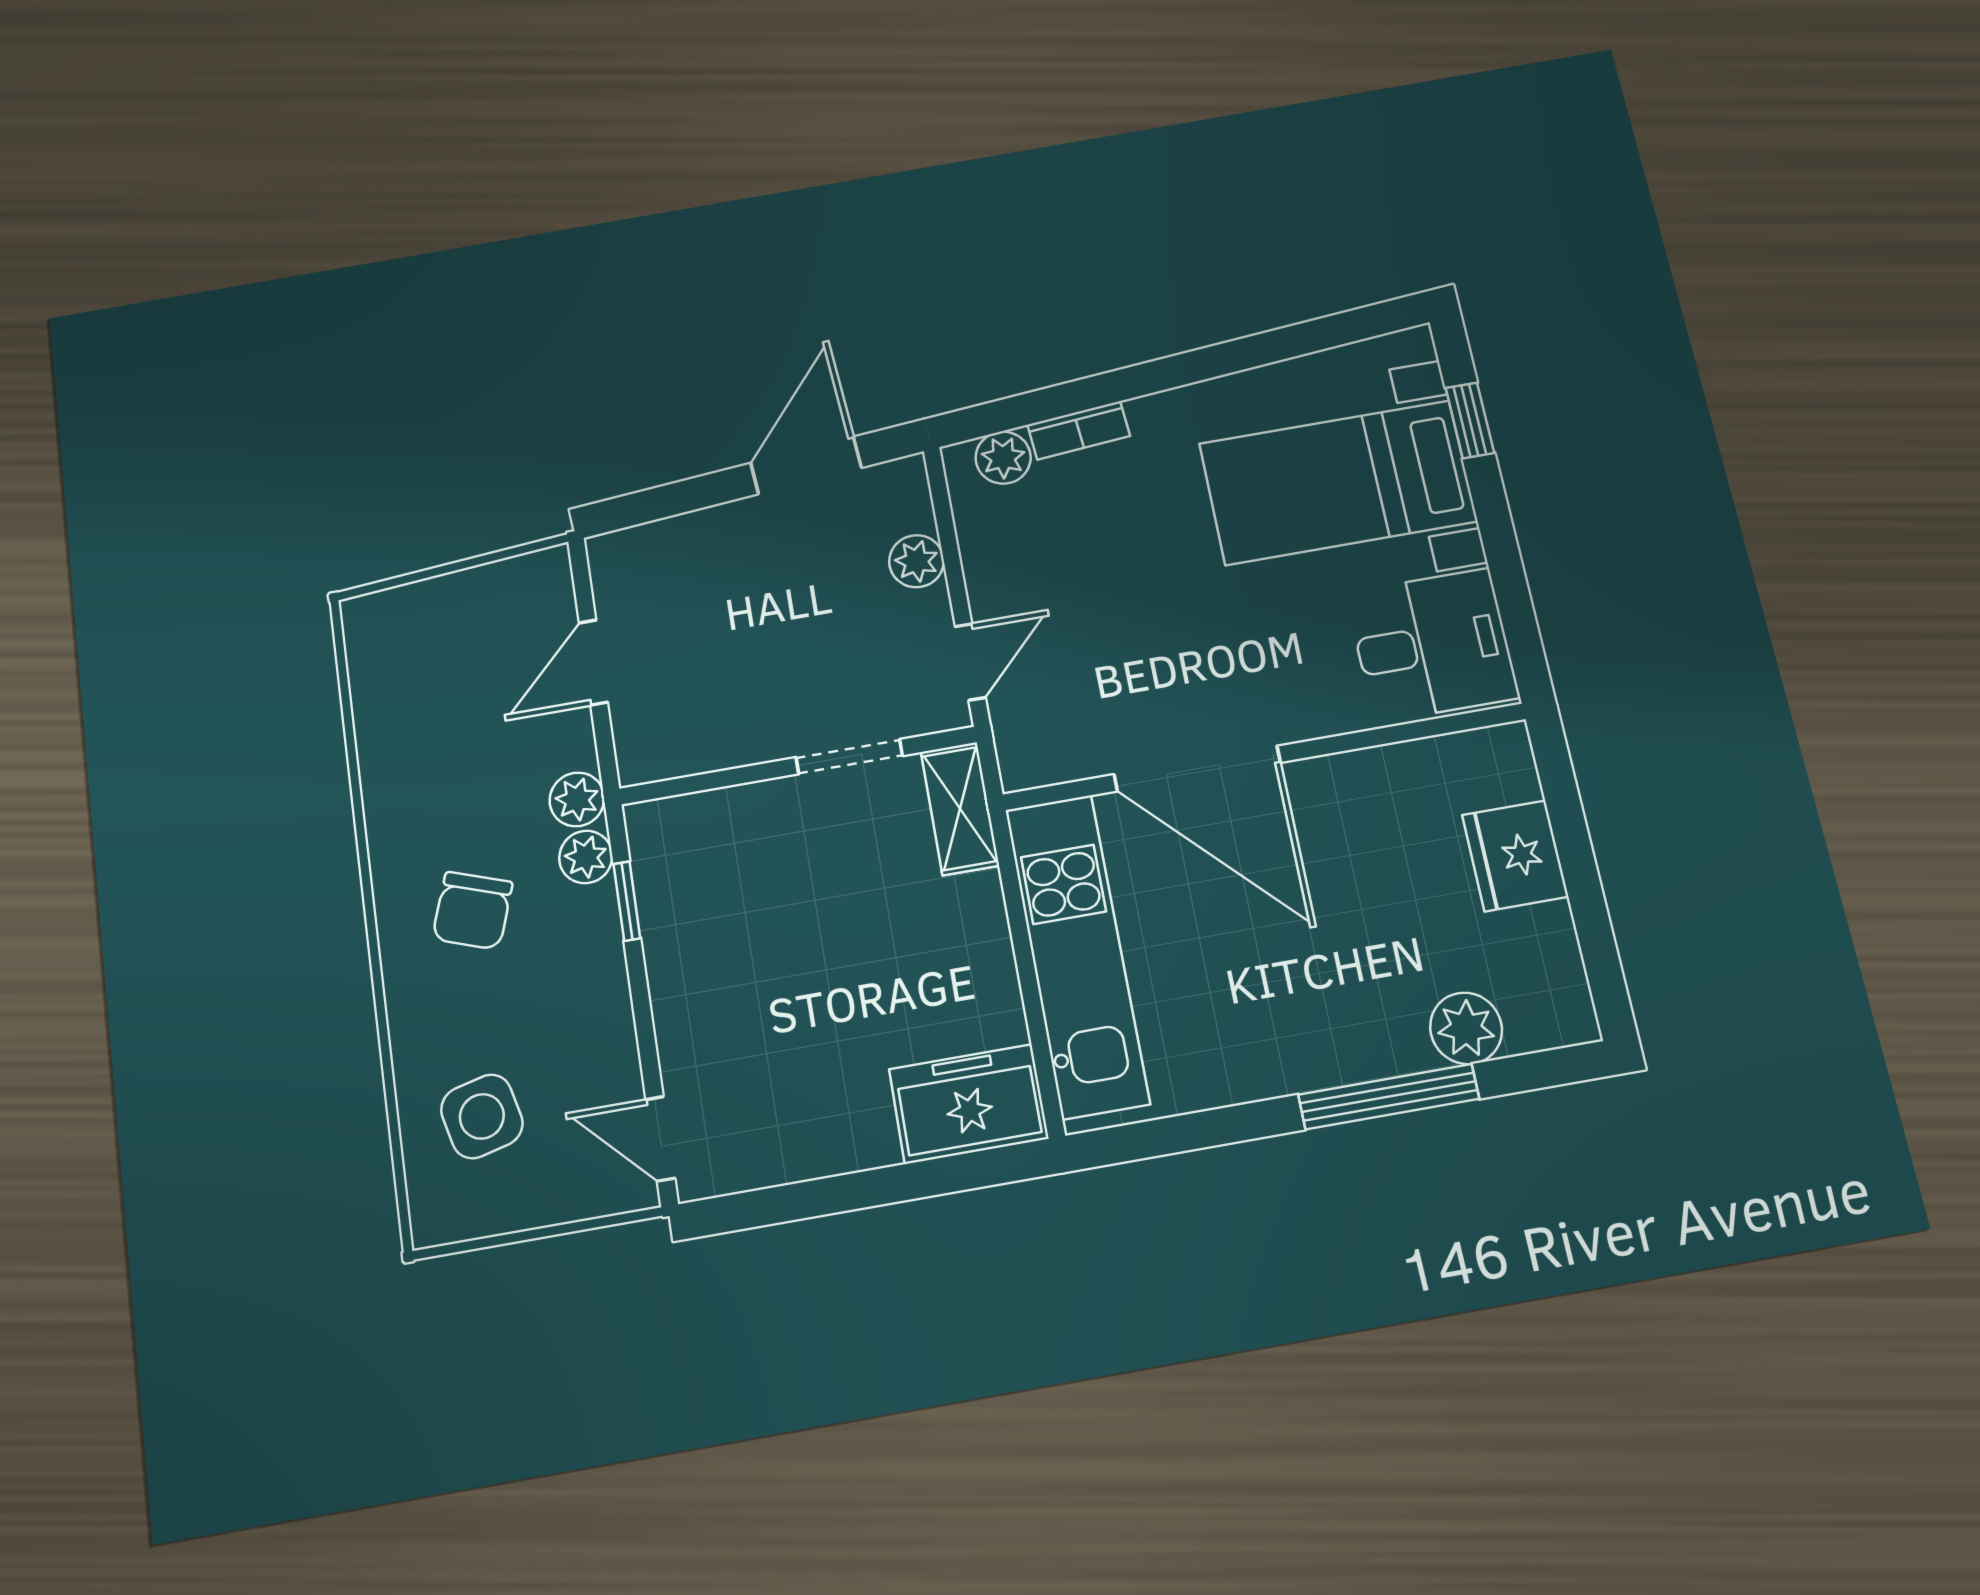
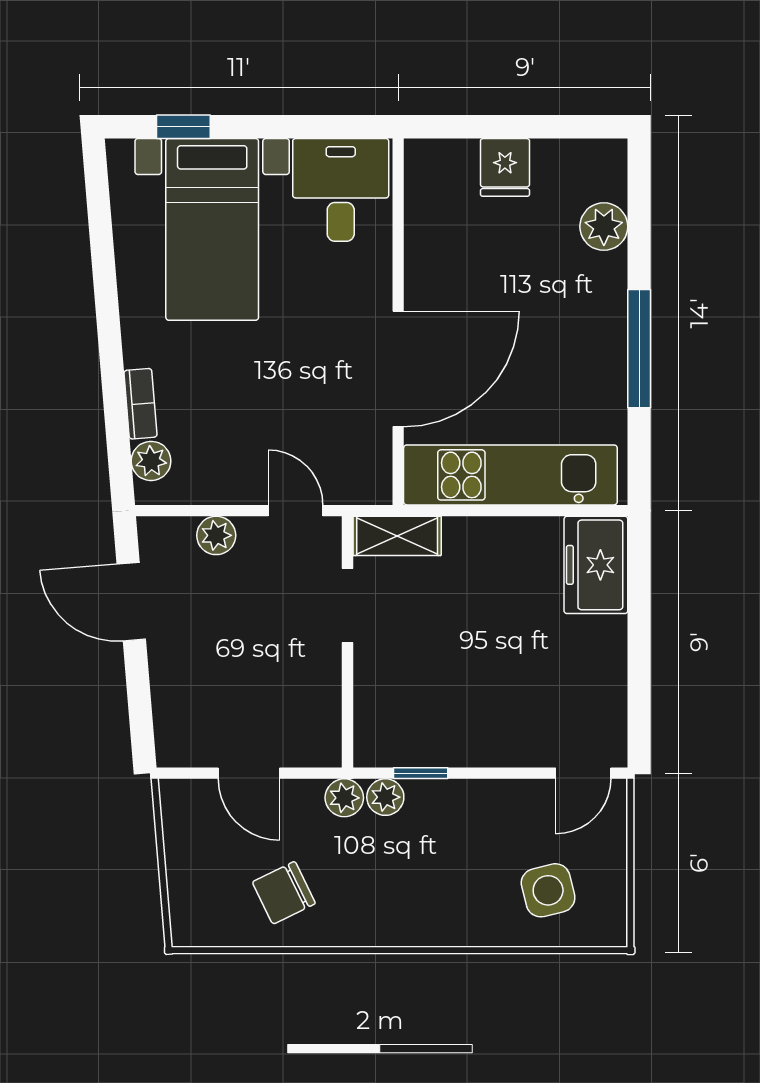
fridge: (1515, 856) -> (505, 167), width x0.72
chair: (472, 911) -> (284, 893), moved, turned 135
window: (1389, 1097) -> (639, 349), moved

